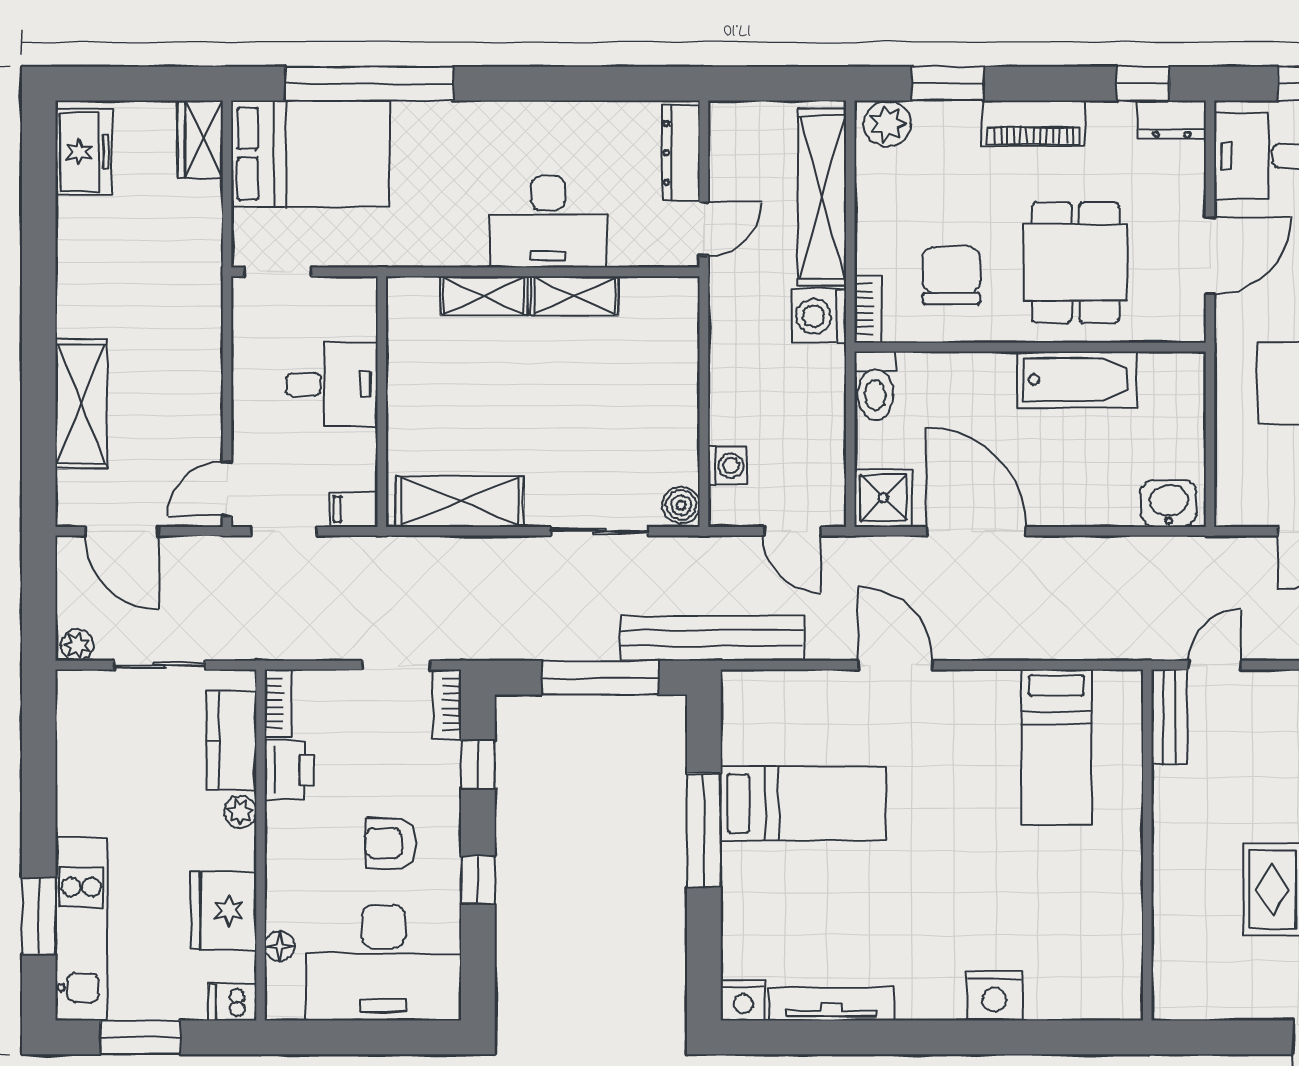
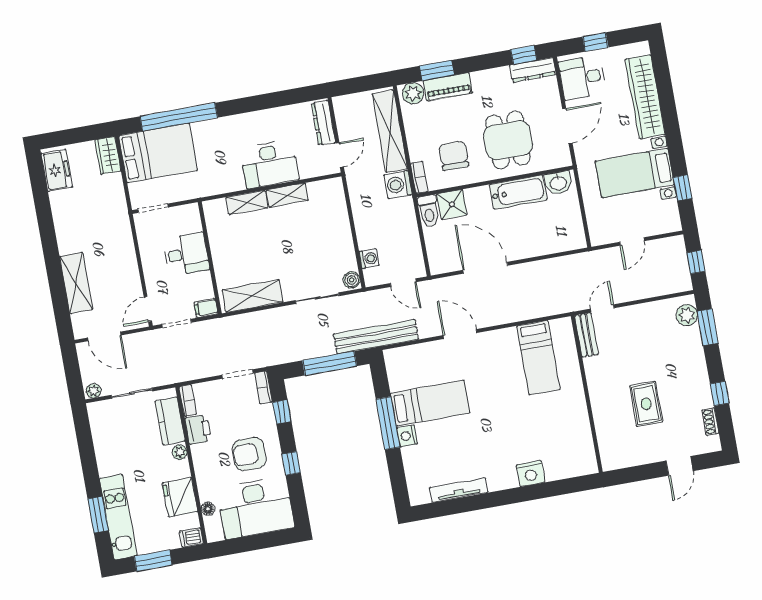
dresser: (1172, 120) -> (533, 70), width x1.44
piano: (1034, 123) -> (448, 87), moved
shower: (883, 498) -> (452, 204), moved
washbasin: (1169, 503) -> (558, 183), moved, turned 180
armchair: (391, 843) -> (249, 454), width x1.38, depth x1.38
nightstand: (743, 1001) -> (407, 436), moved, turned 90

